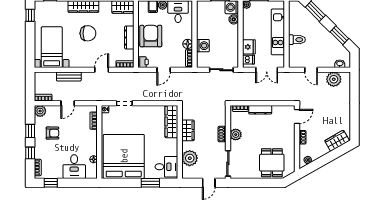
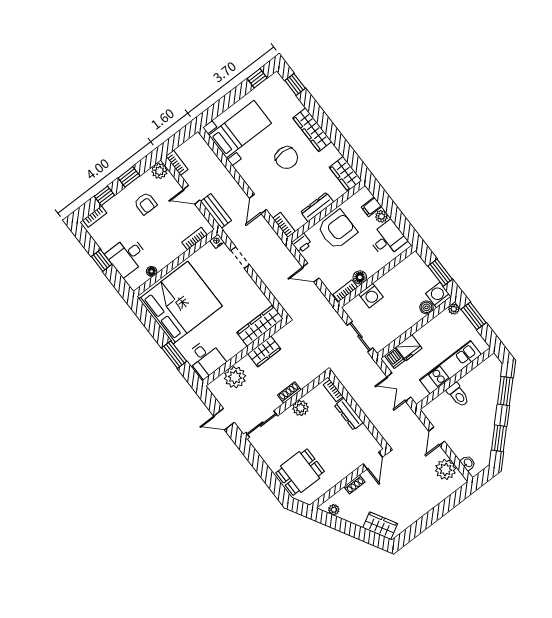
door: (102, 70) -> (258, 204), swing flipped
bench: (69, 76) -> (216, 211), moved
door: (297, 116) -> (373, 461), hinge flipped
window: (51, 183) -> (102, 260), moved

